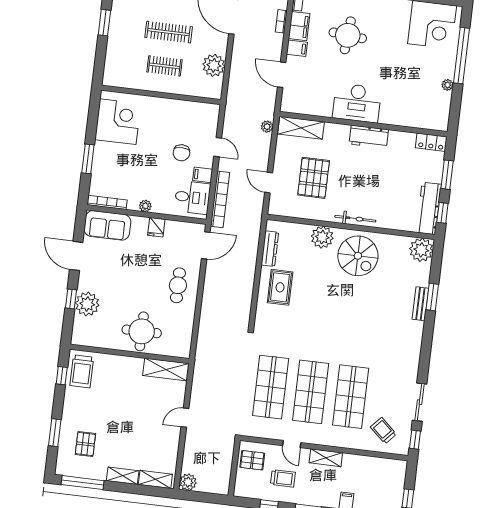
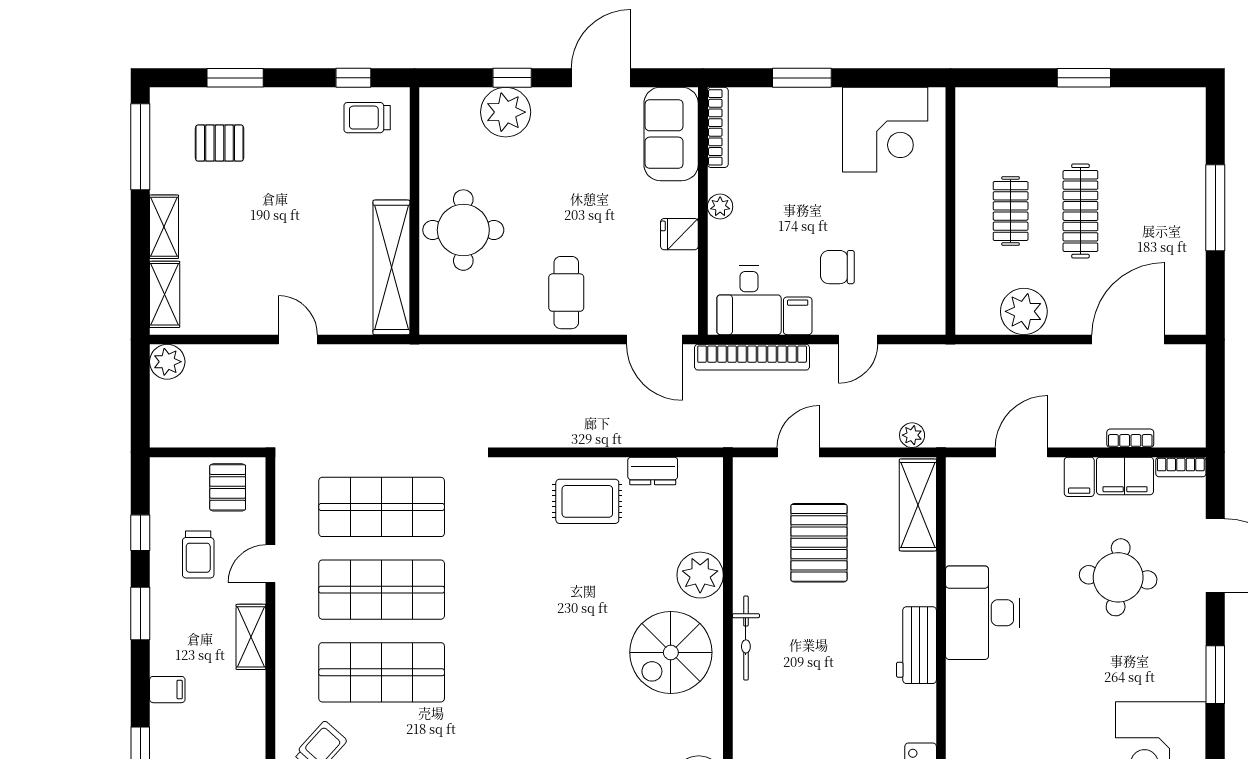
pallet: (314, 178) -> (819, 543), turned 90
dresser: (270, 249) -> (653, 471), width x0.70
cafe table: (178, 285) -> (566, 293), turned 90
shelving: (166, 370) -> (391, 267), width x1.47
trolley: (82, 371) -> (367, 118), width x0.73, depth x0.72

